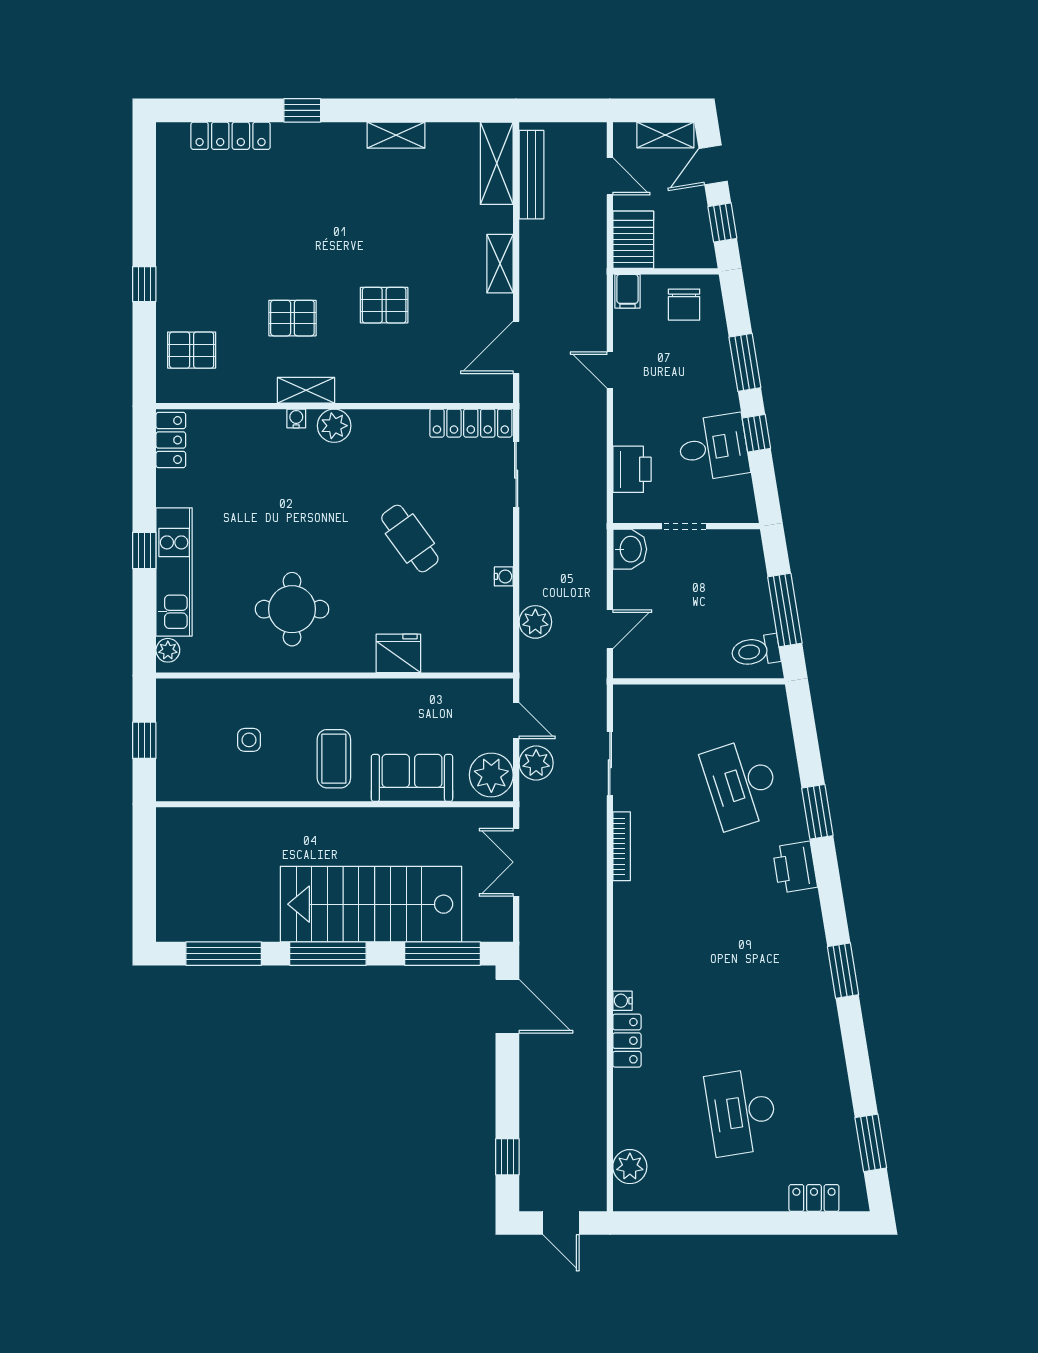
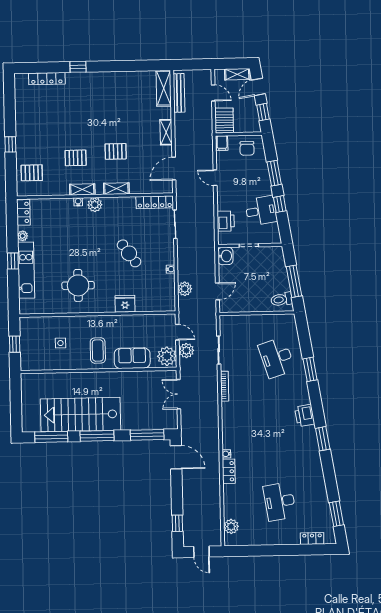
shelving: (396, 135) -> (116, 189), moved
plant: (168, 650) -> (23, 236), moved
printer: (795, 867) -> (305, 415), moved
stairs: (371, 904) -> (81, 415), moved

